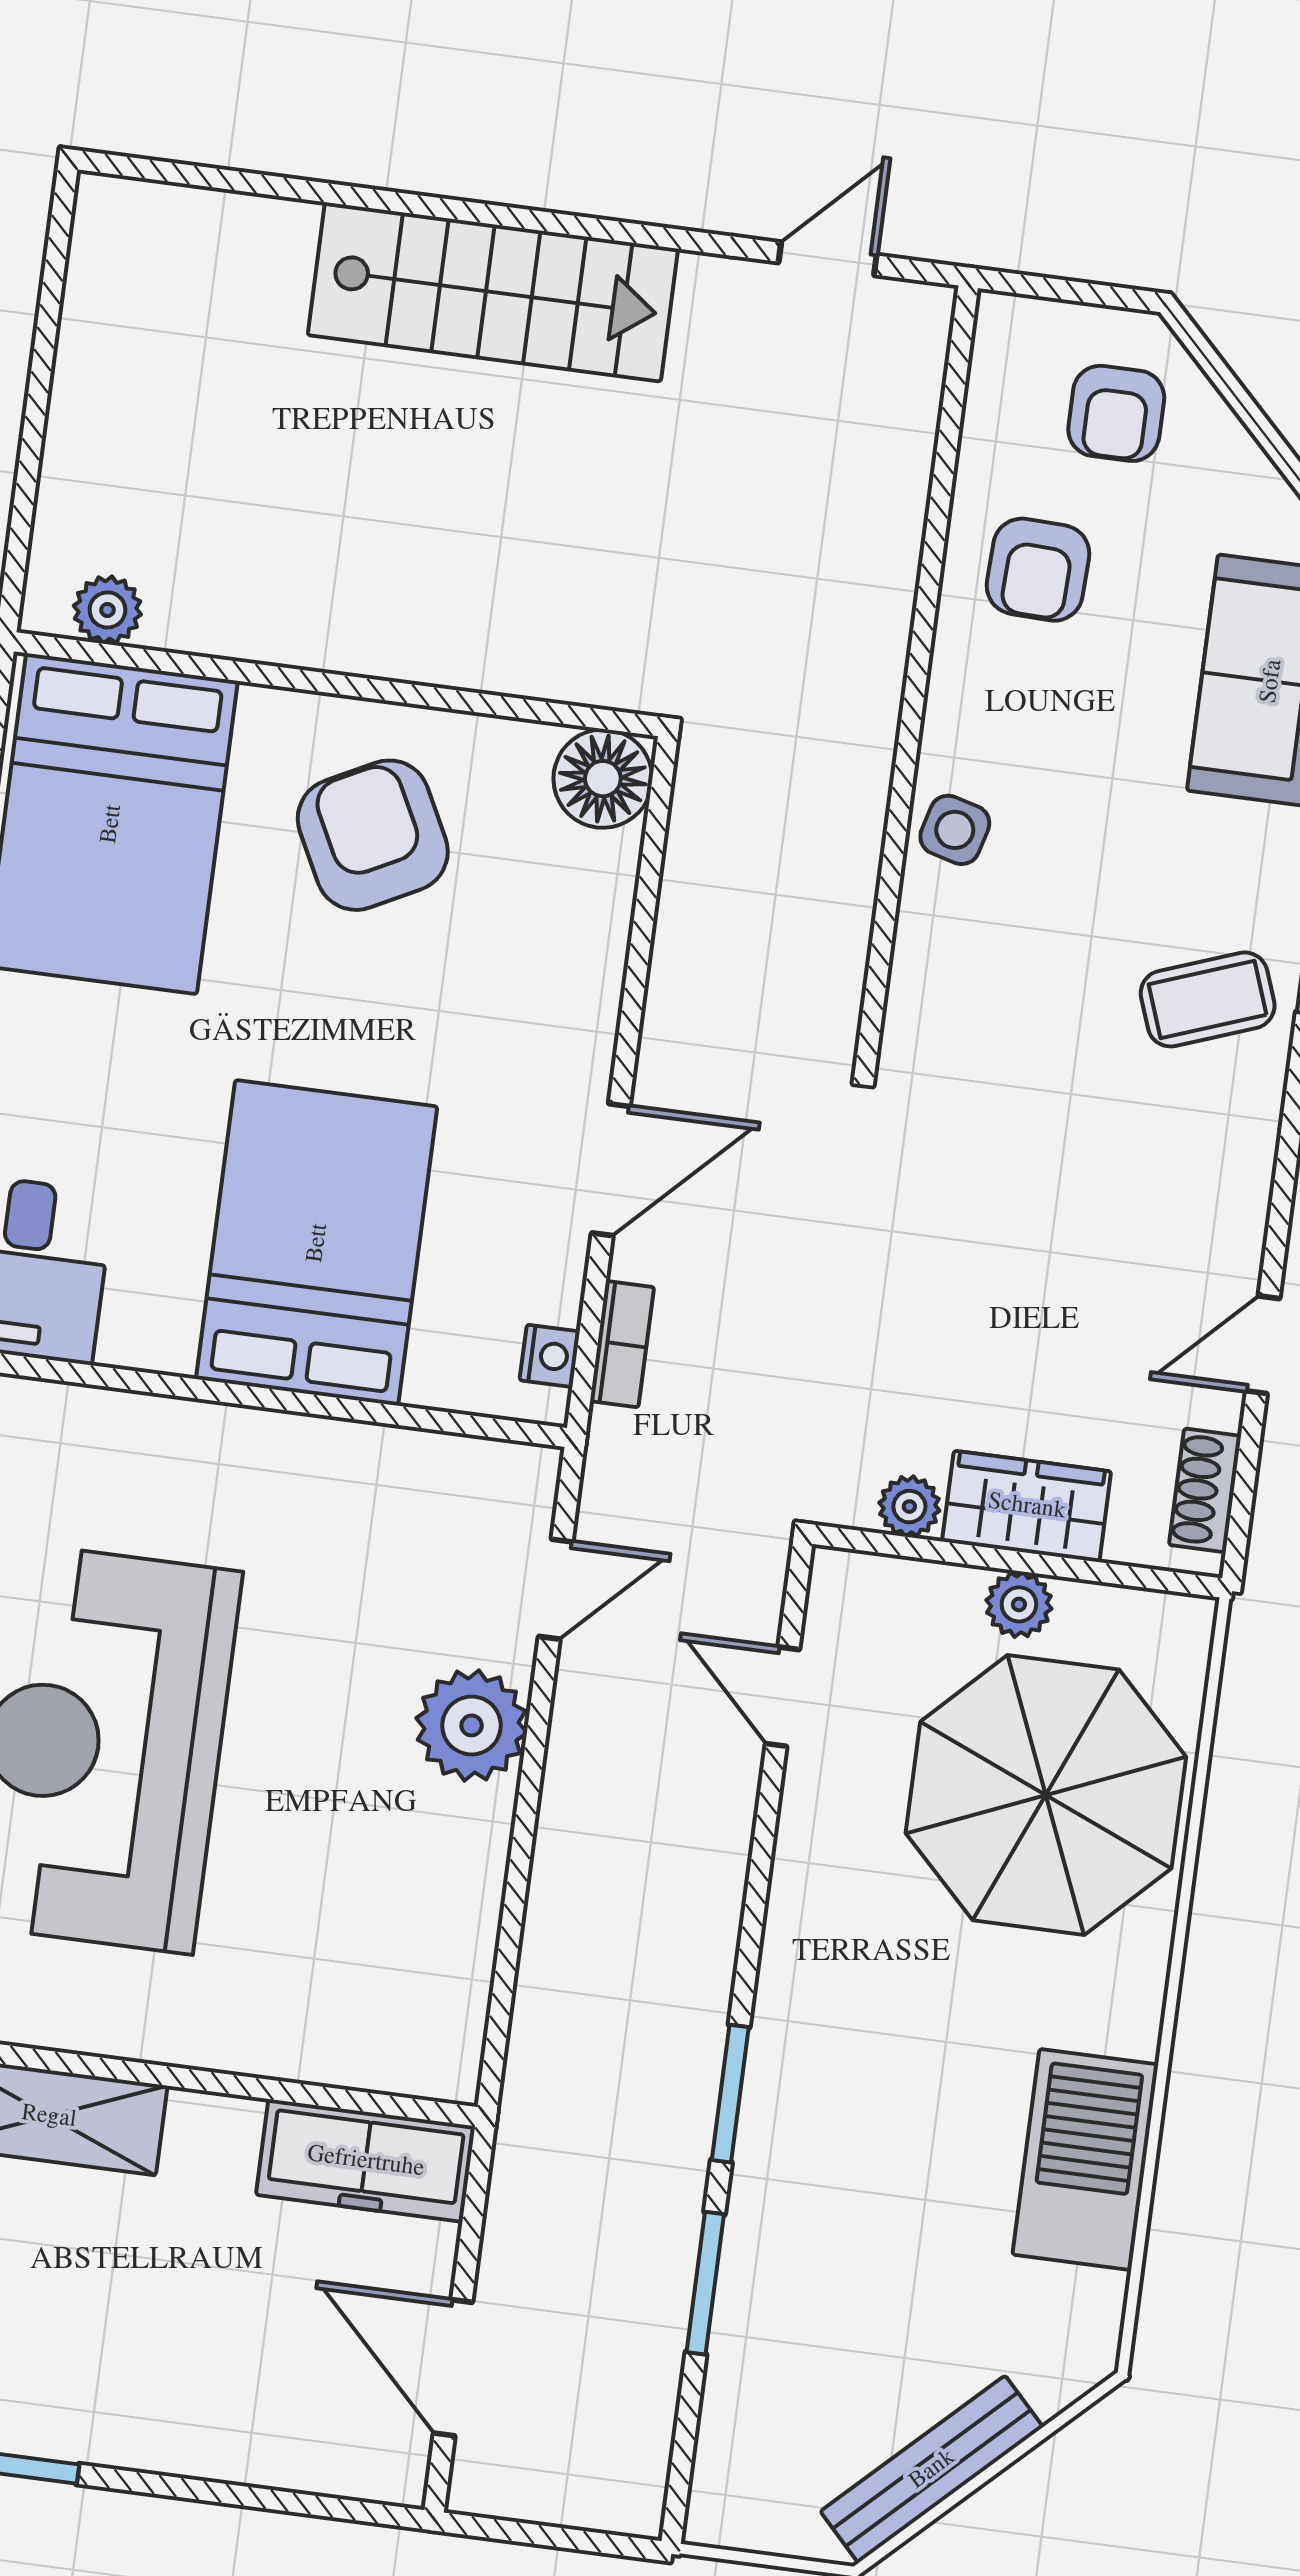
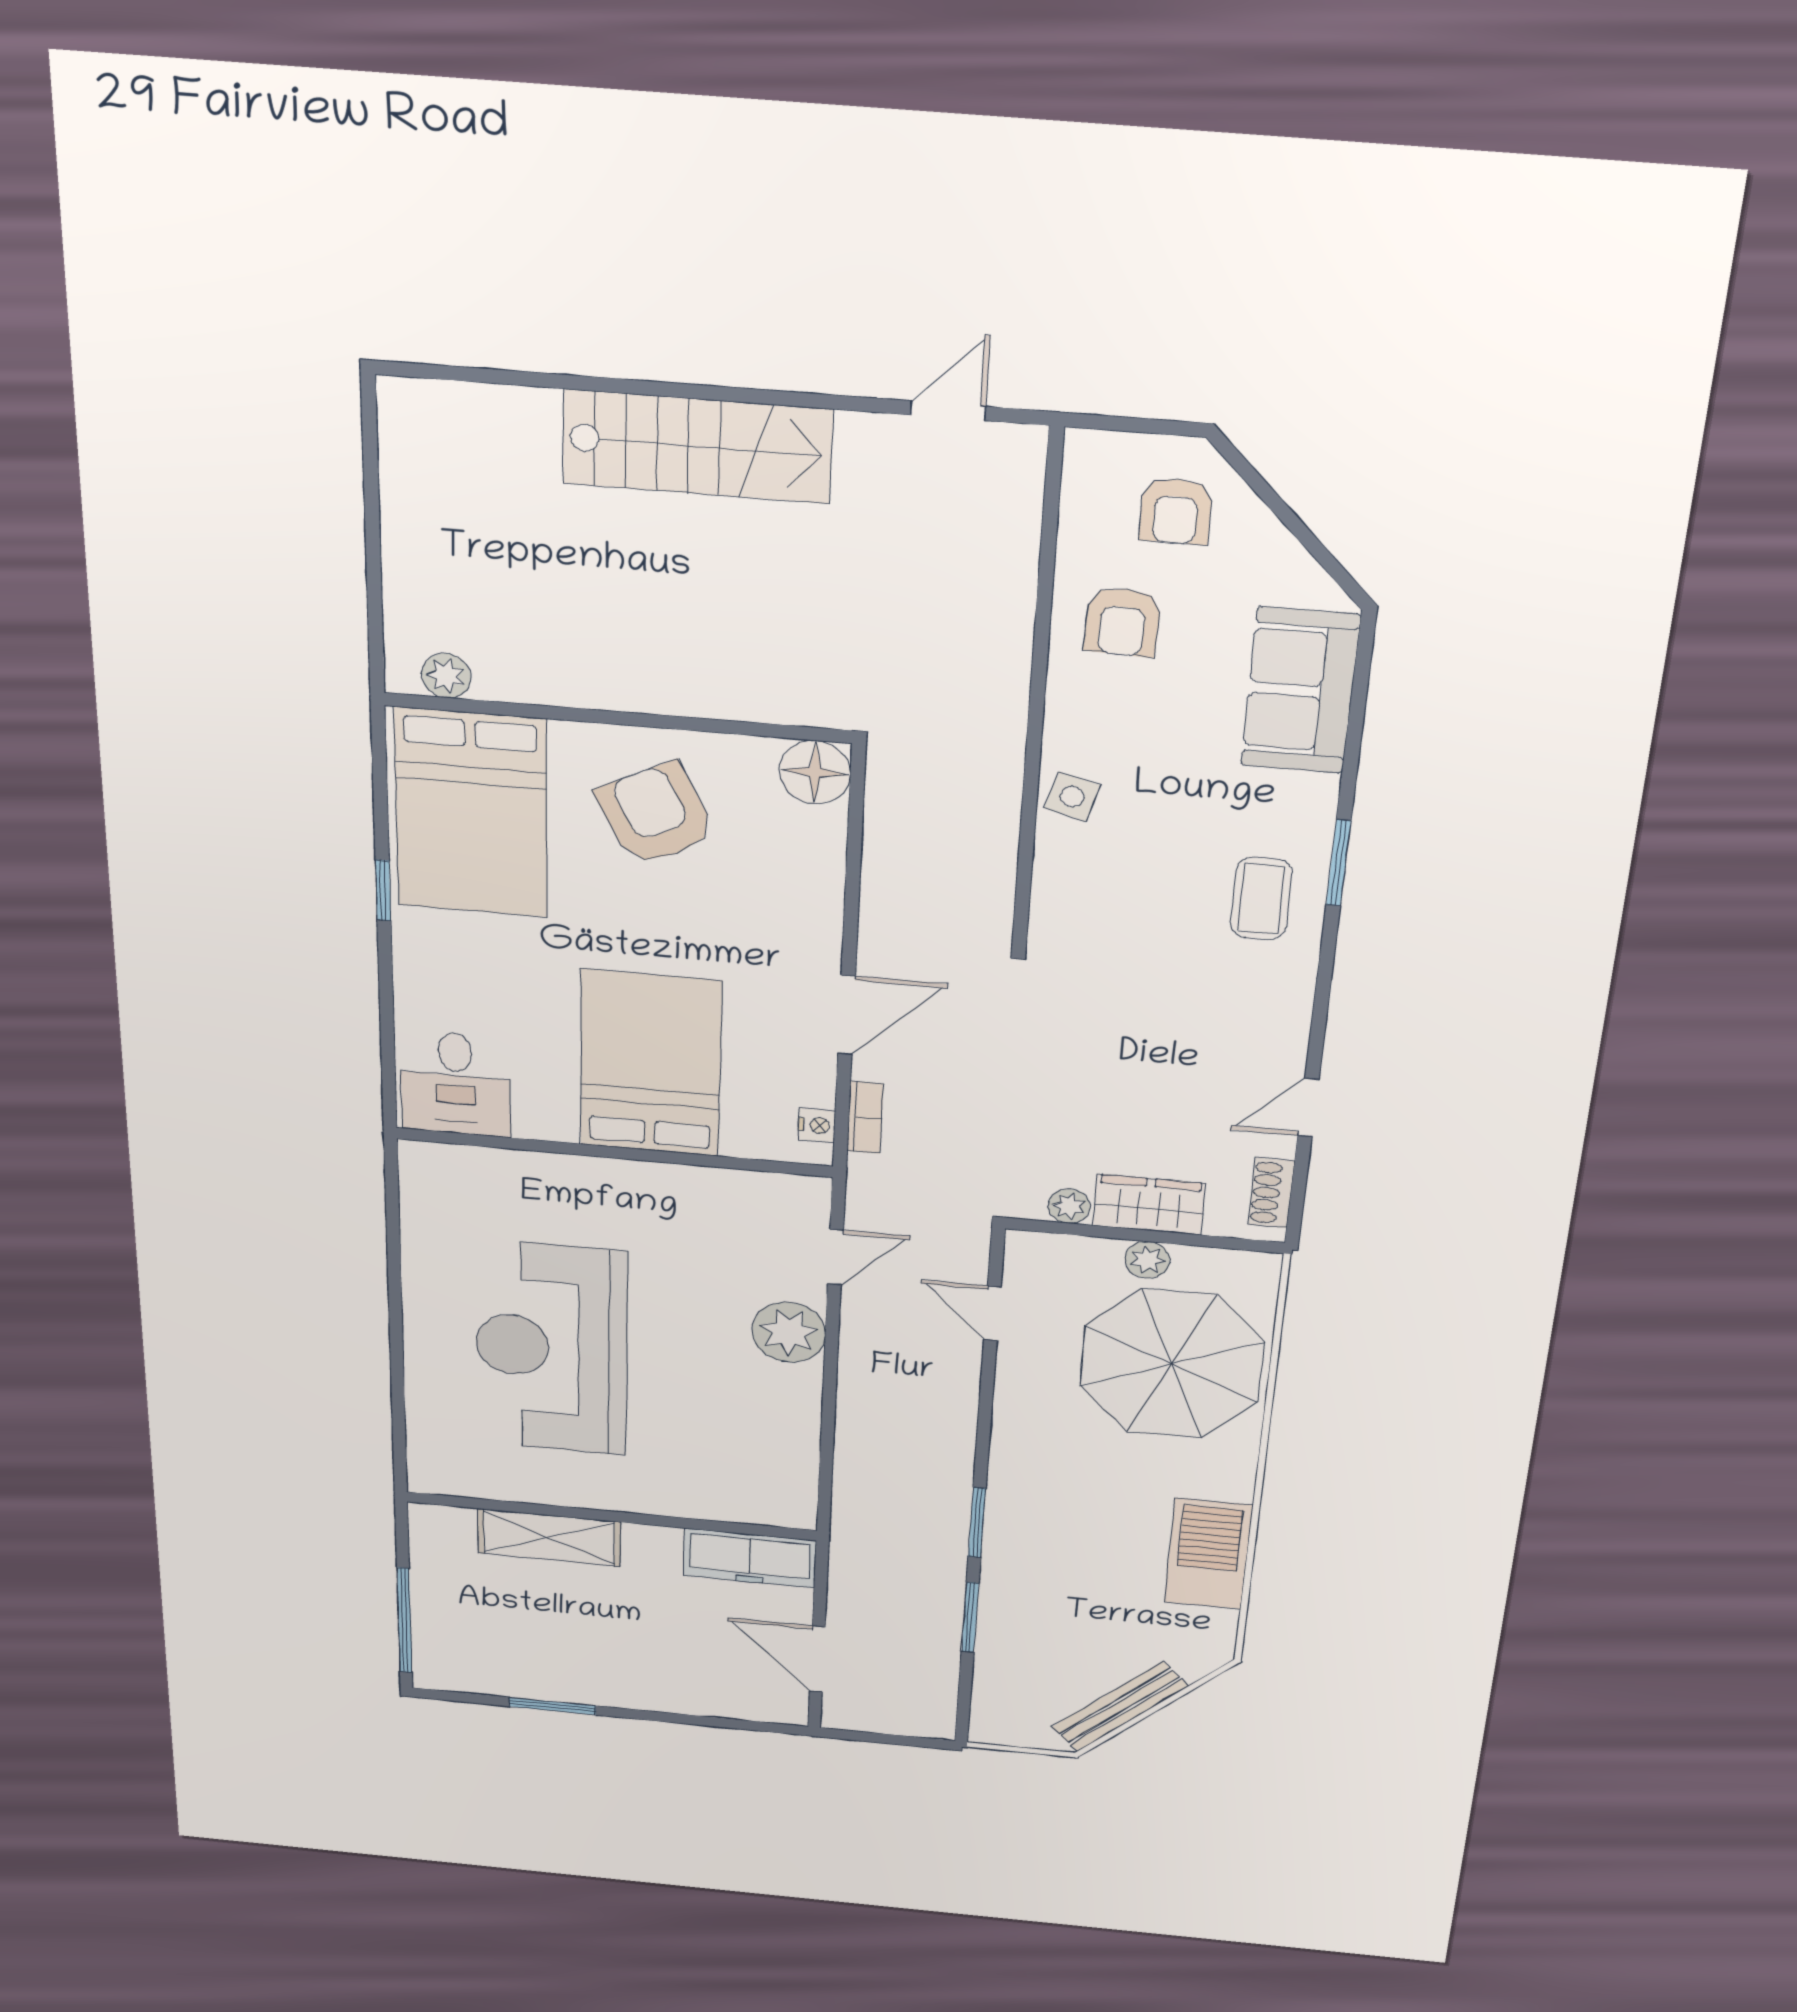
coffee table: (1208, 999) -> (1261, 899), turned -70

